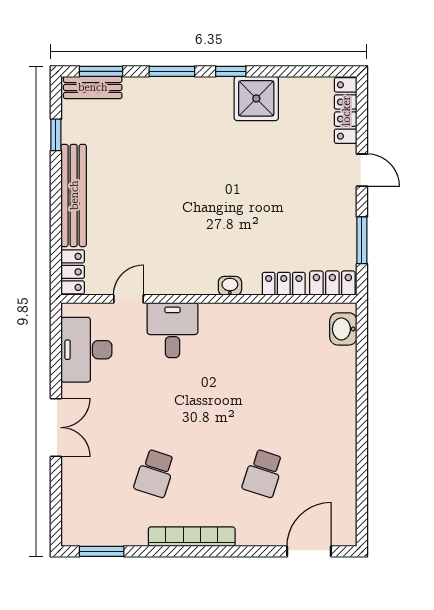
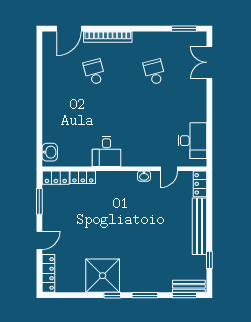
shower: (256, 98) -> (103, 276), width x1.37, depth x1.37
door: (362, 170) -> (39, 240), swing flipped
washbasin: (230, 286) -> (144, 176), moved
desk: (172, 330) -> (107, 151), moved
double door: (56, 428) -> (209, 62), moved
school desk: (155, 473) -> (154, 72), turned -33
school desk: (263, 473) -> (94, 72), turned -33
bookcase: (192, 537) -> (108, 37), moved

